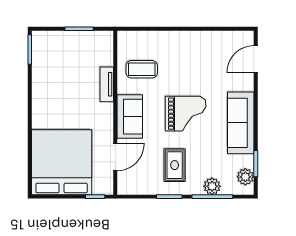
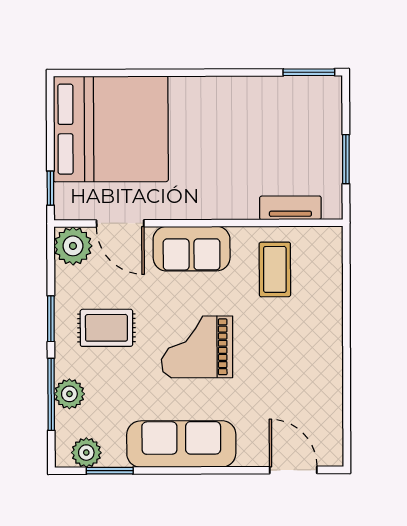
tv unit: (107, 84) -> (290, 208), moved
grand piano: (186, 114) -> (197, 347), turned 90
plant: (128, 184) -> (73, 246), added

